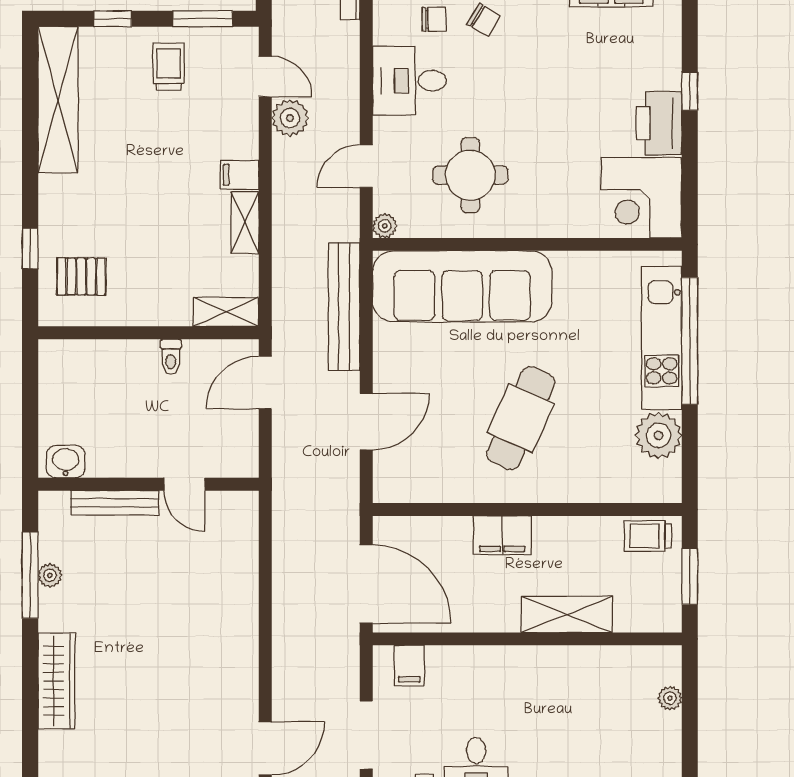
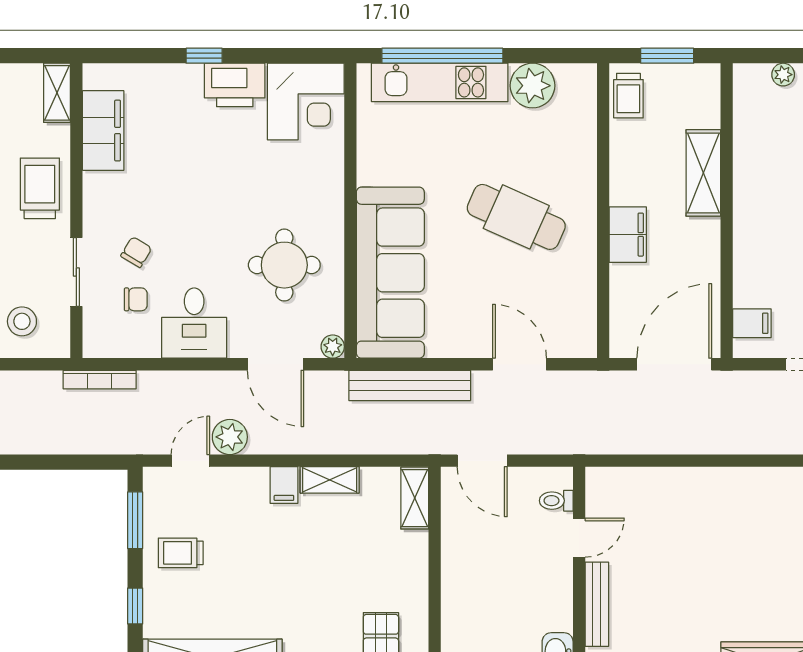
chair: (434, 19) -> (136, 299), turned 90
door: (366, 166) -> (276, 364), width x1.38
toilet: (171, 357) -> (556, 501), moved, turned 180

